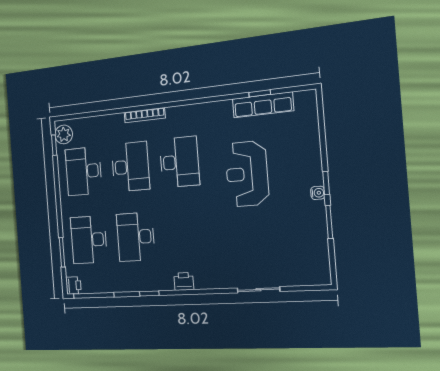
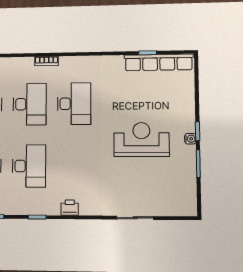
row of seats: (263, 105) -> (159, 62), width x1.36
bookcase: (145, 115) -> (46, 61), width x0.64
reception desk: (247, 174) -> (141, 140), moved, turned 90
desk: (136, 237) -> (29, 166), turned 180

